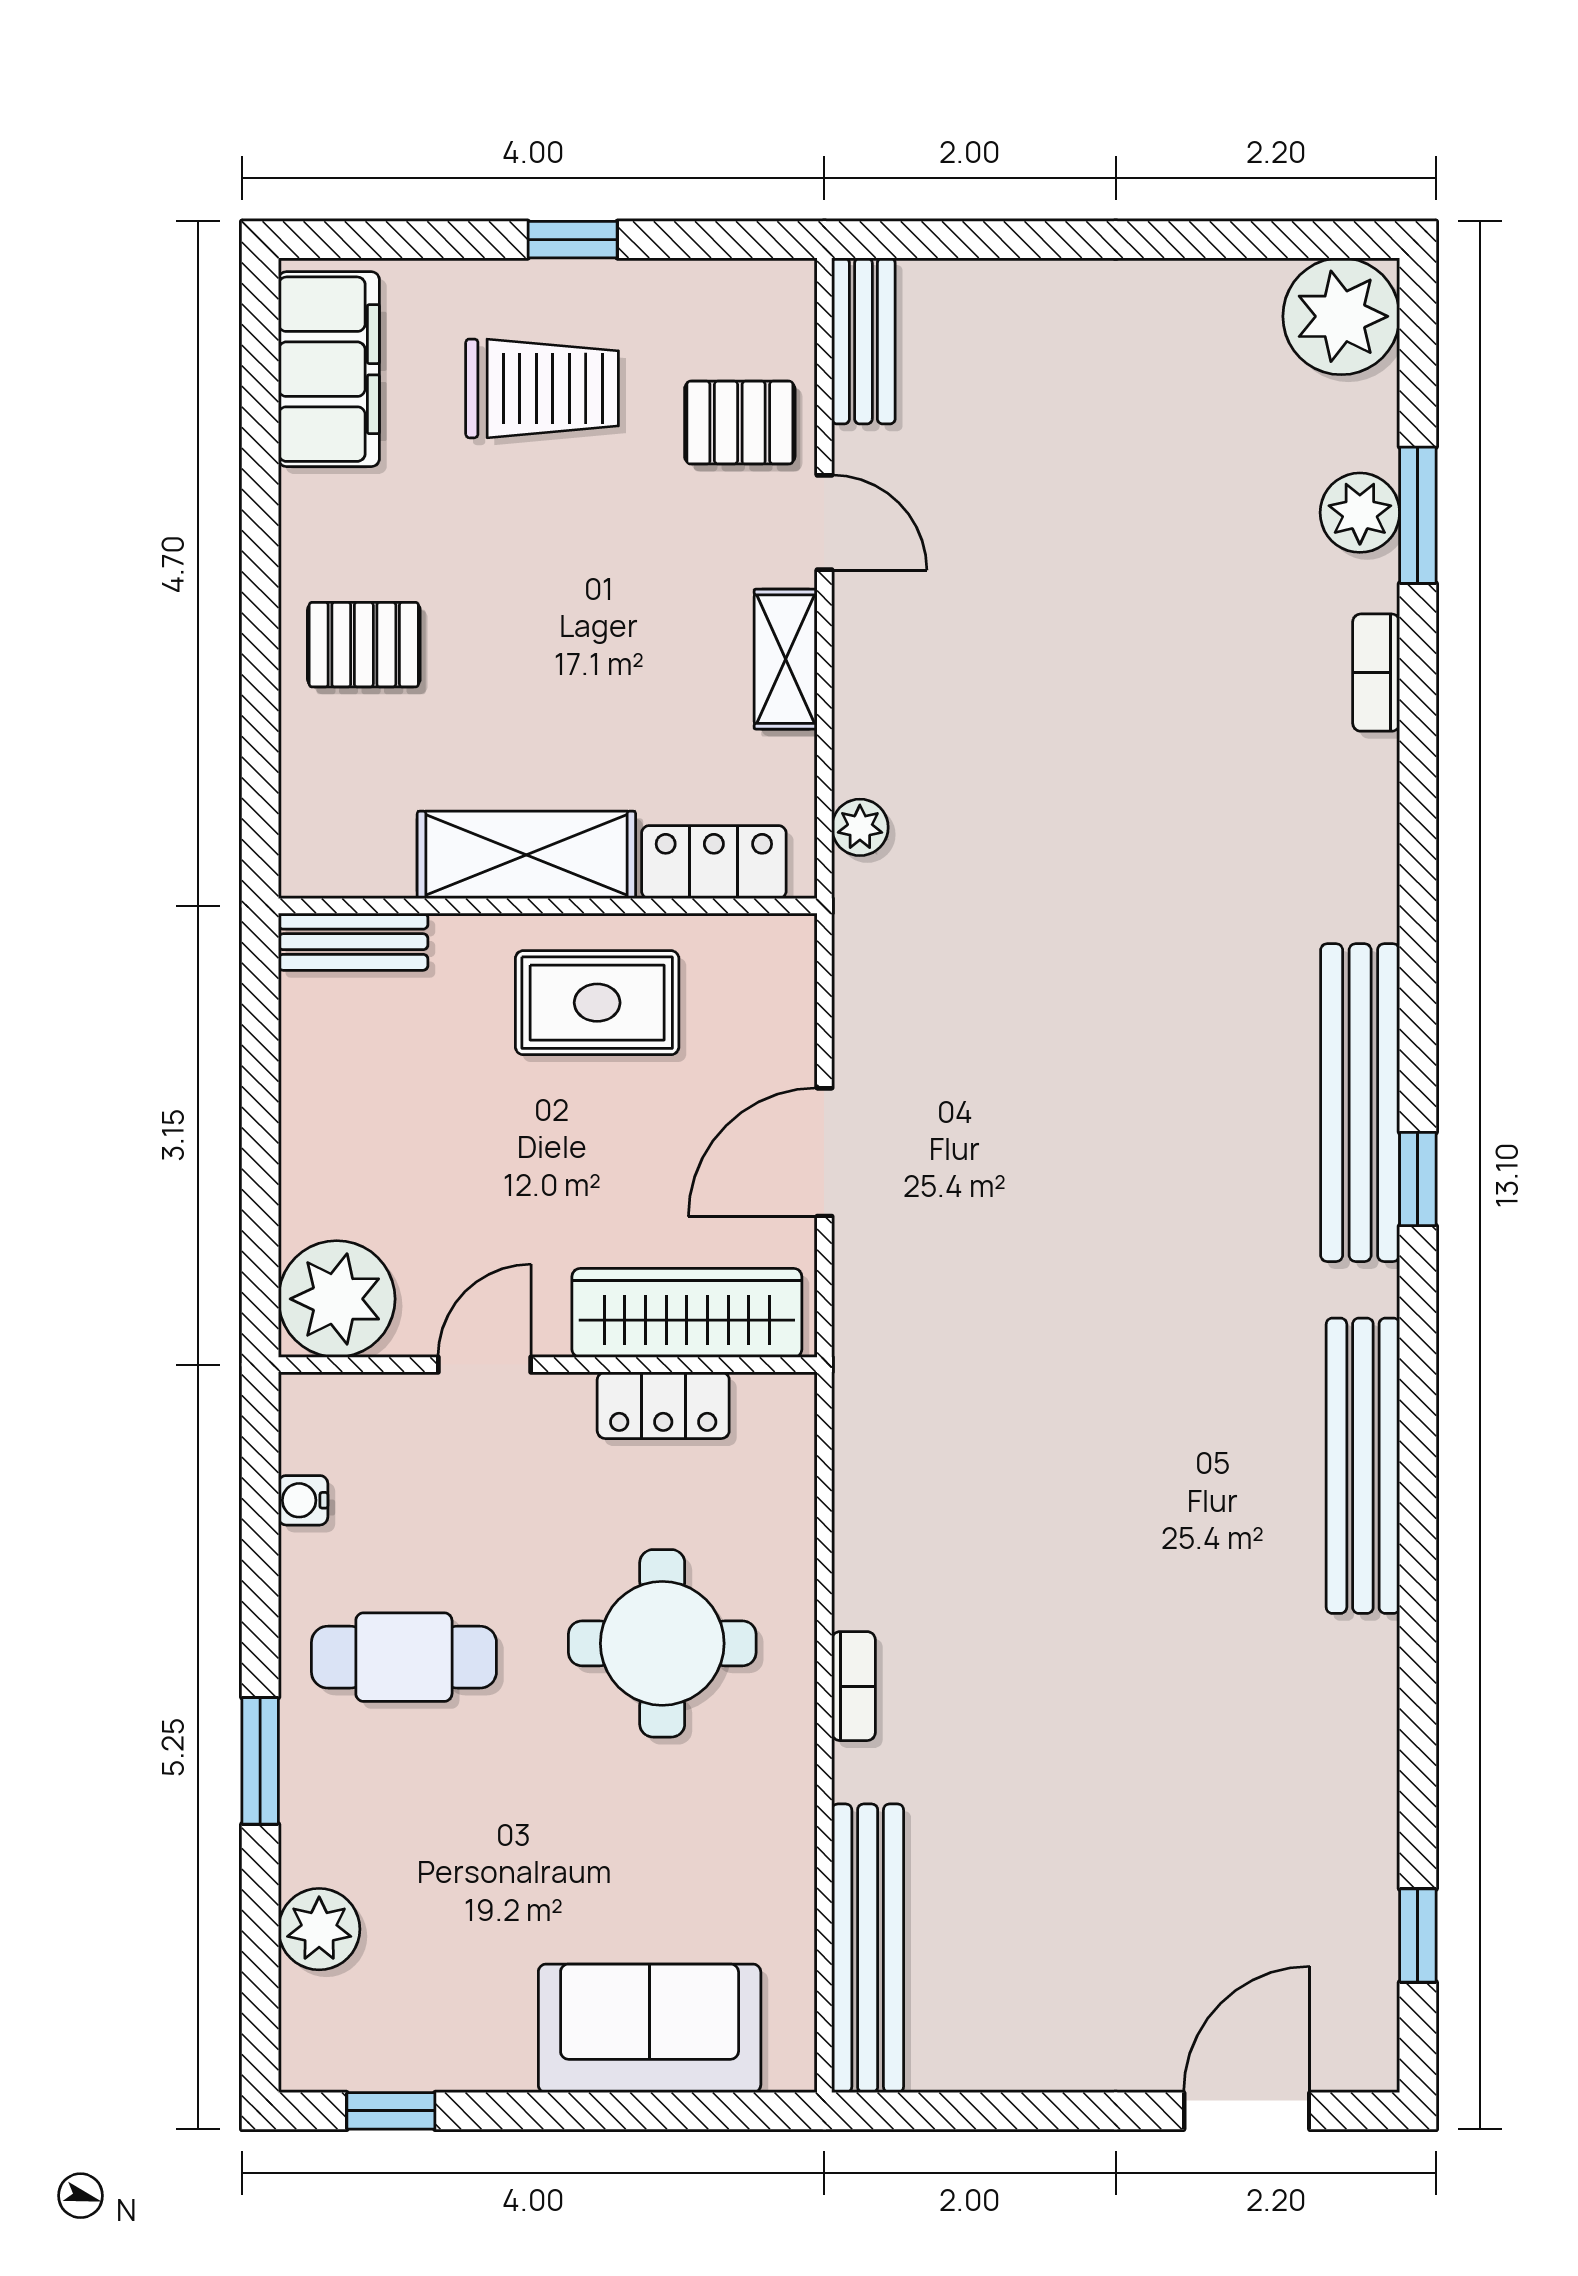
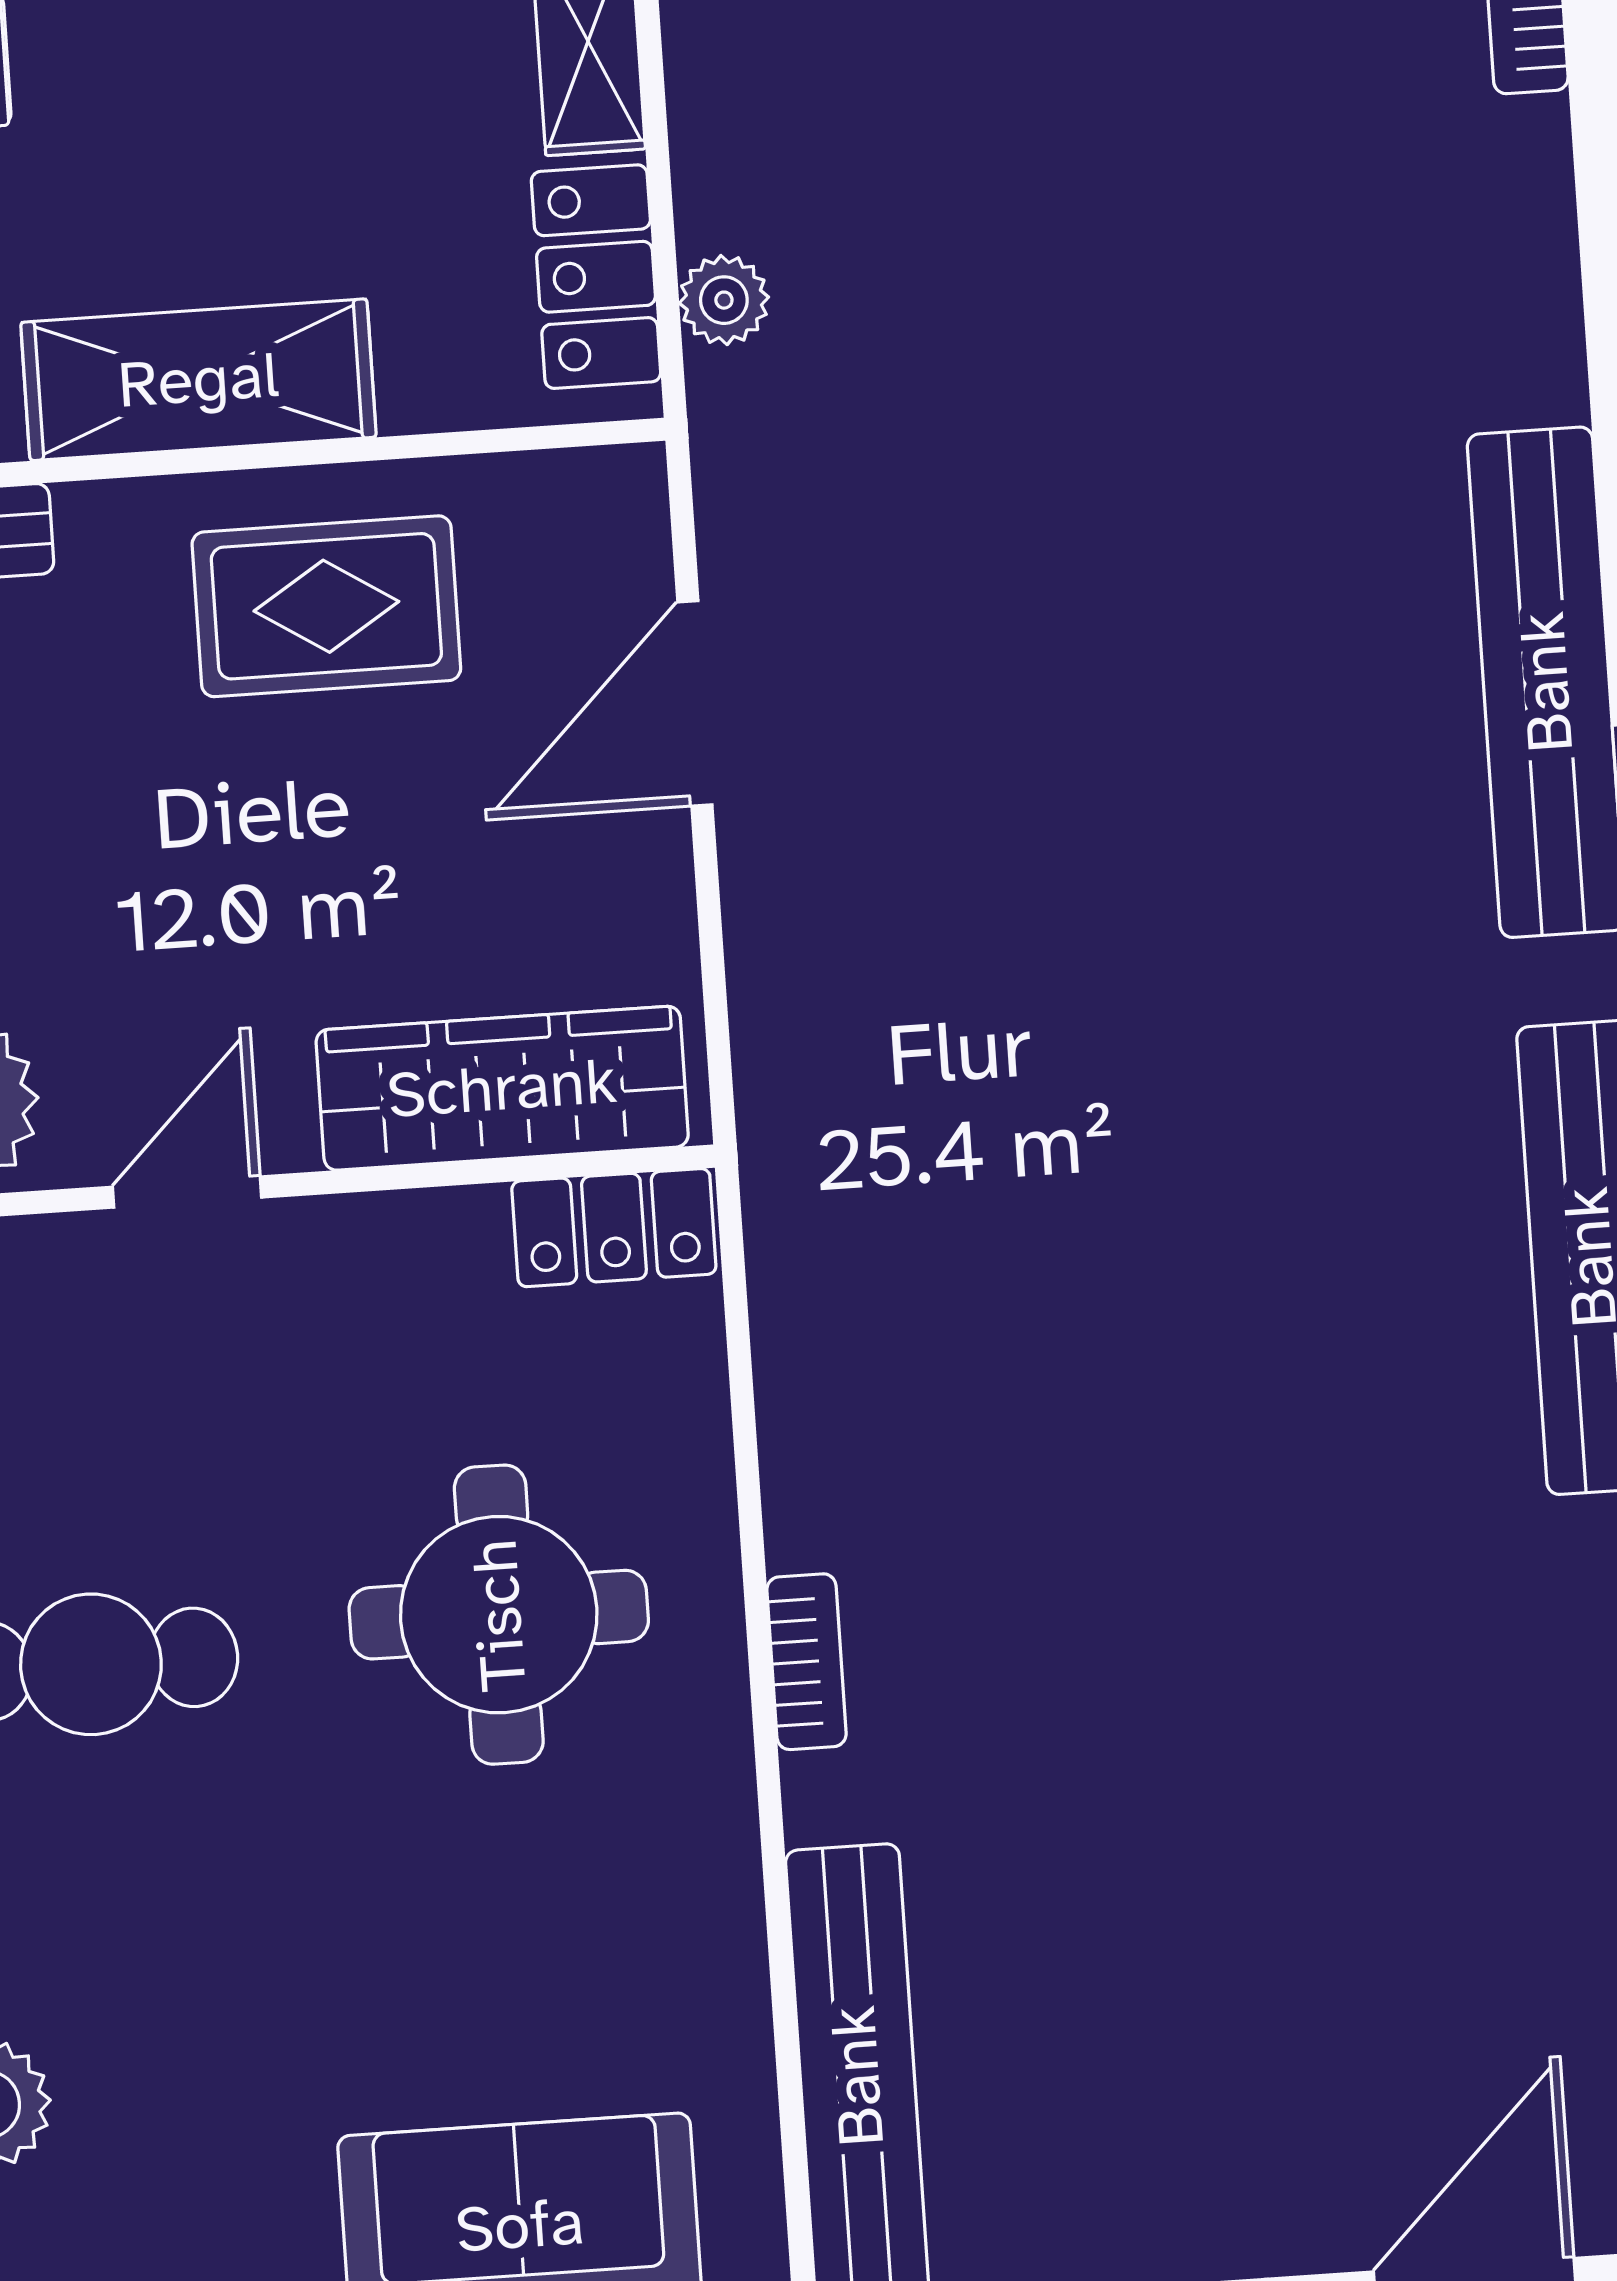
locker: (714, 862) -> (596, 277), moved, turned -90
door: (824, 1152) -> (695, 703), moved
locker: (663, 1405) -> (614, 1228), moved

